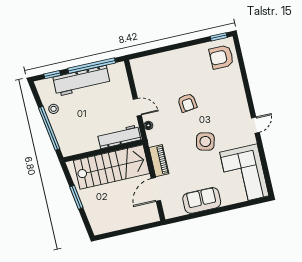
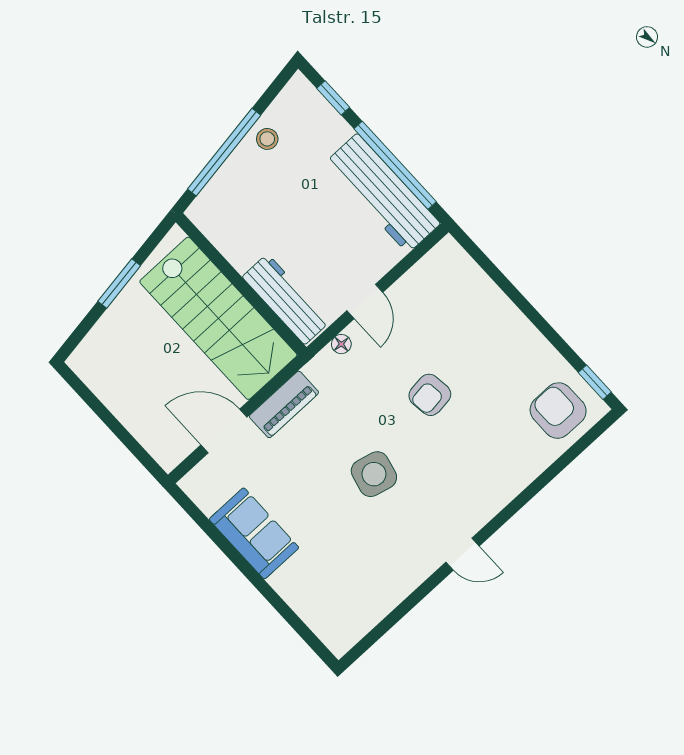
workbench: (82, 81) -> (382, 193), moved
corner sofa: (244, 174) -> (354, 587), removed

